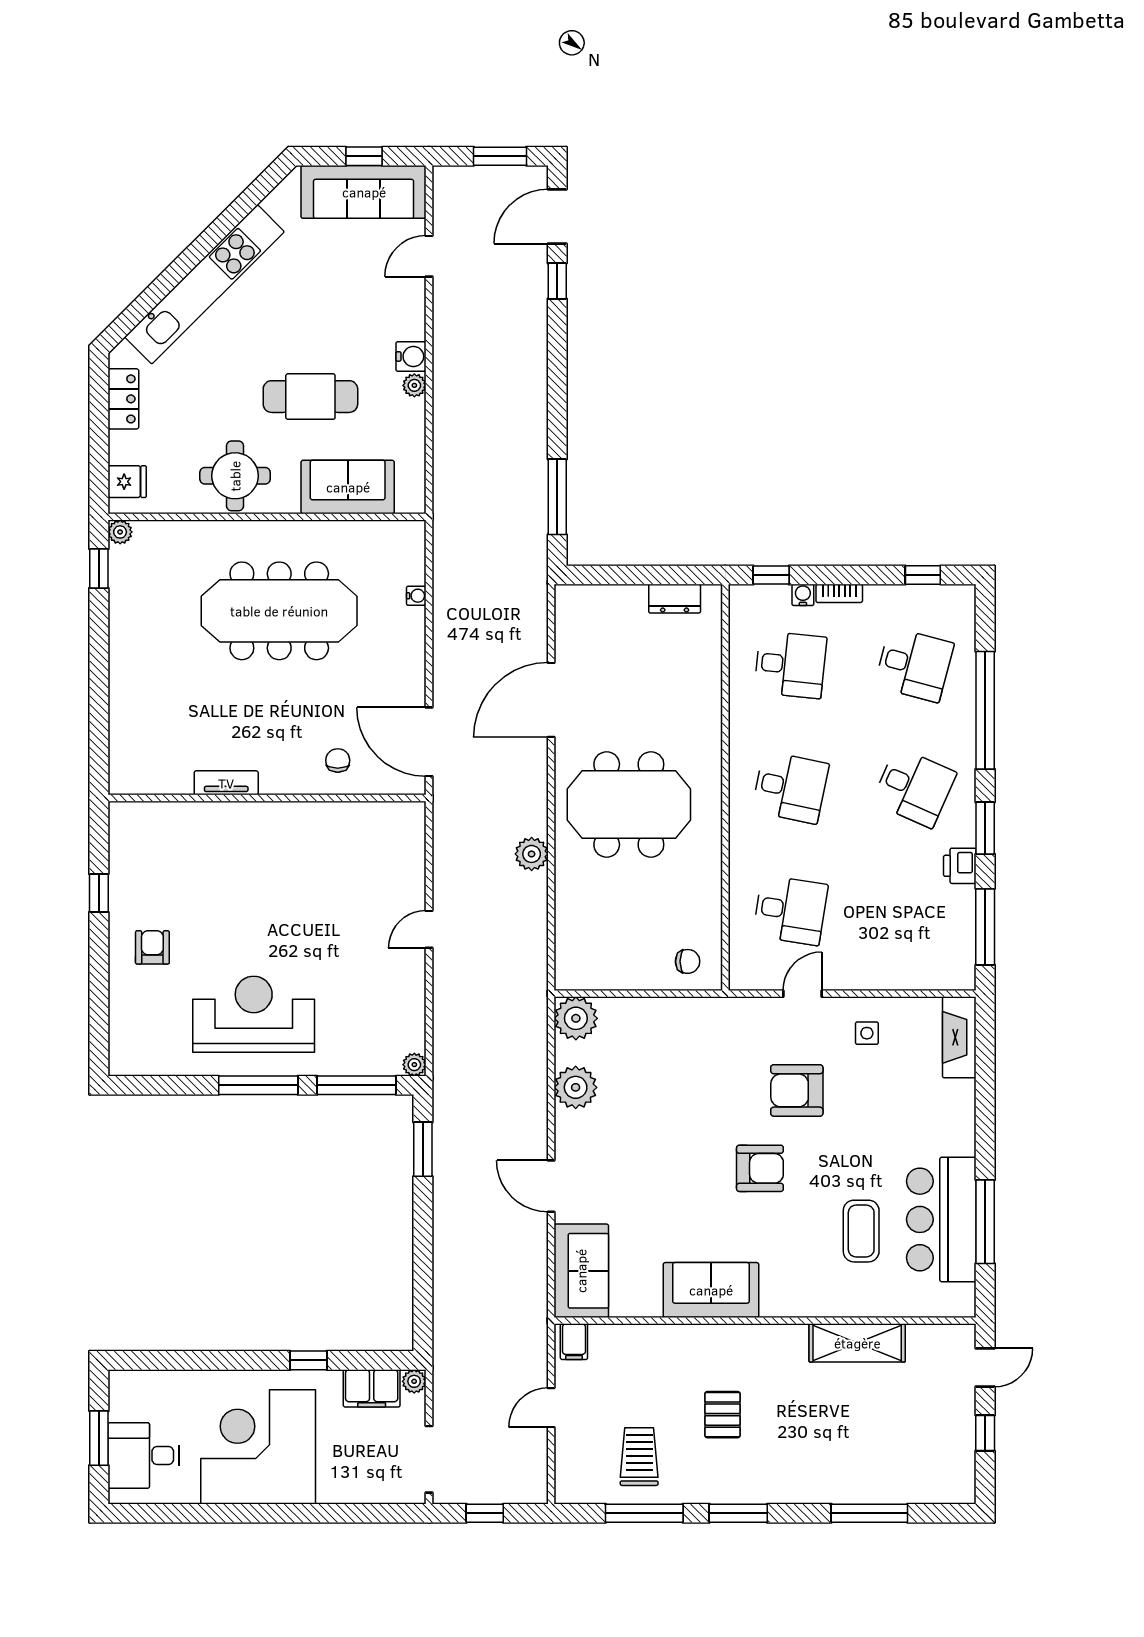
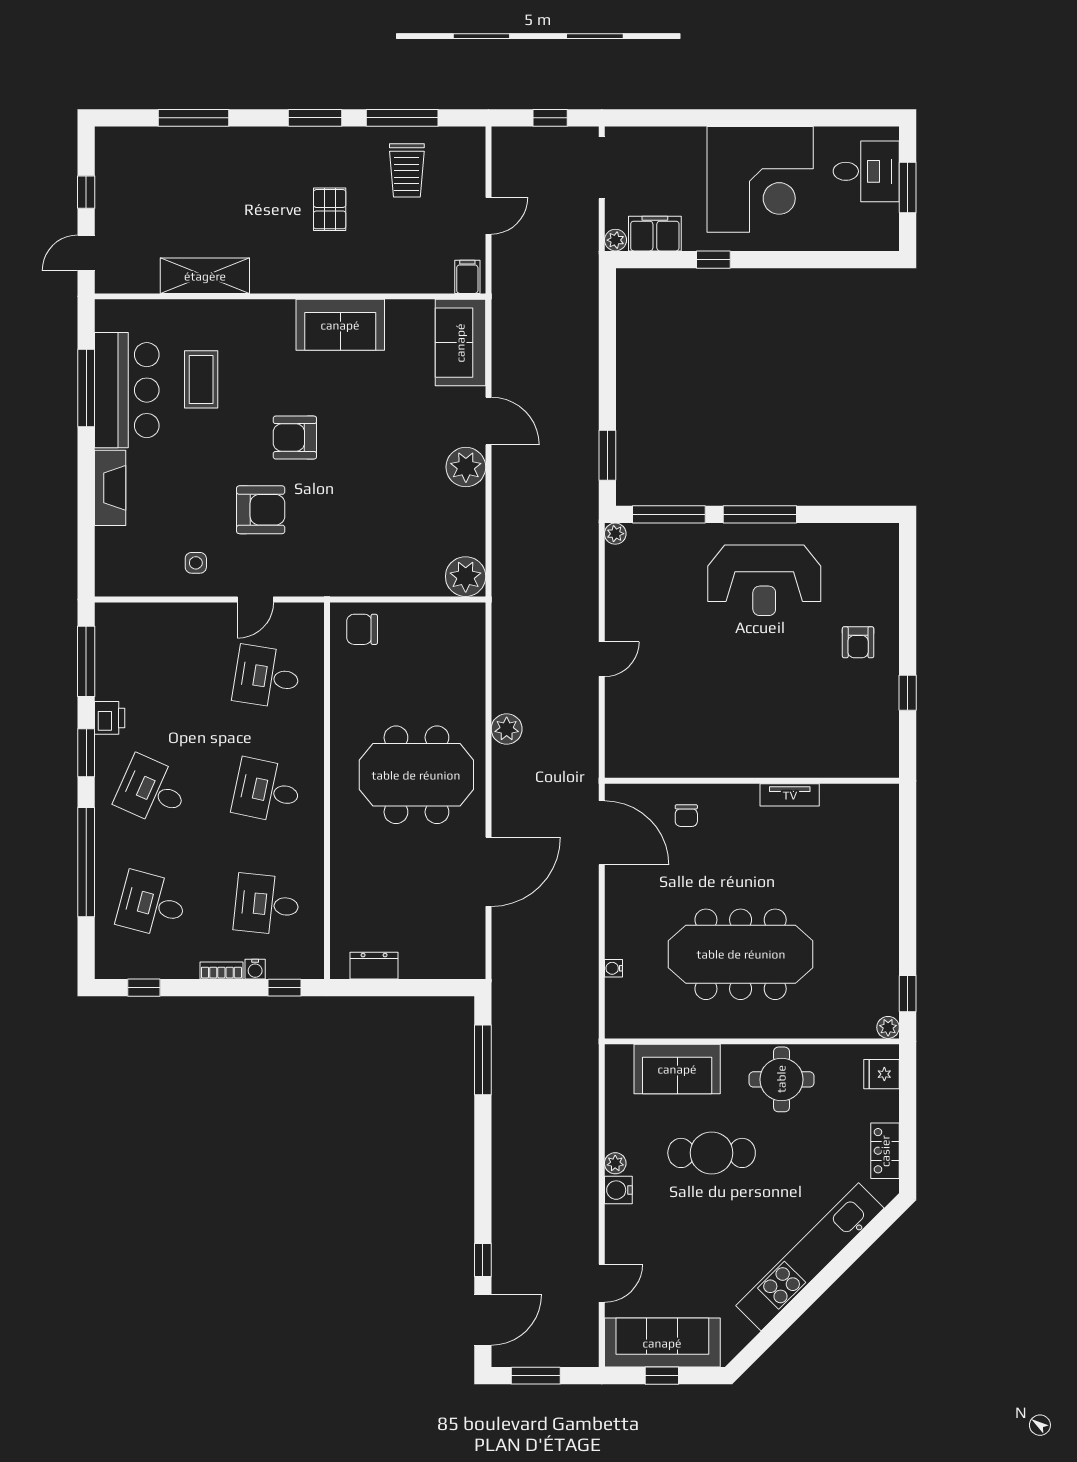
chair: (688, 961) -> (362, 629), width x1.37, depth x1.37
fireplace: (959, 1037) -> (110, 488), moved
plant: (576, 1087) -> (466, 467), moved

